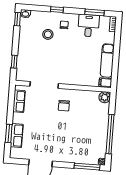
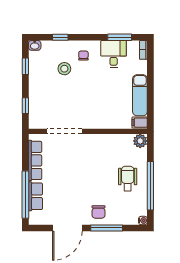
window: (57, 10) -> (60, 37), moved
window: (17, 19) -> (25, 66), moved
row of seats: (19, 101) -> (35, 160), width x1.48
chair: (64, 106) -> (99, 212), moved
wheelchair: (92, 127) -> (128, 179), added
window: (9, 133) -> (25, 195), width x2.11
window: (87, 167) -> (107, 228), moved

